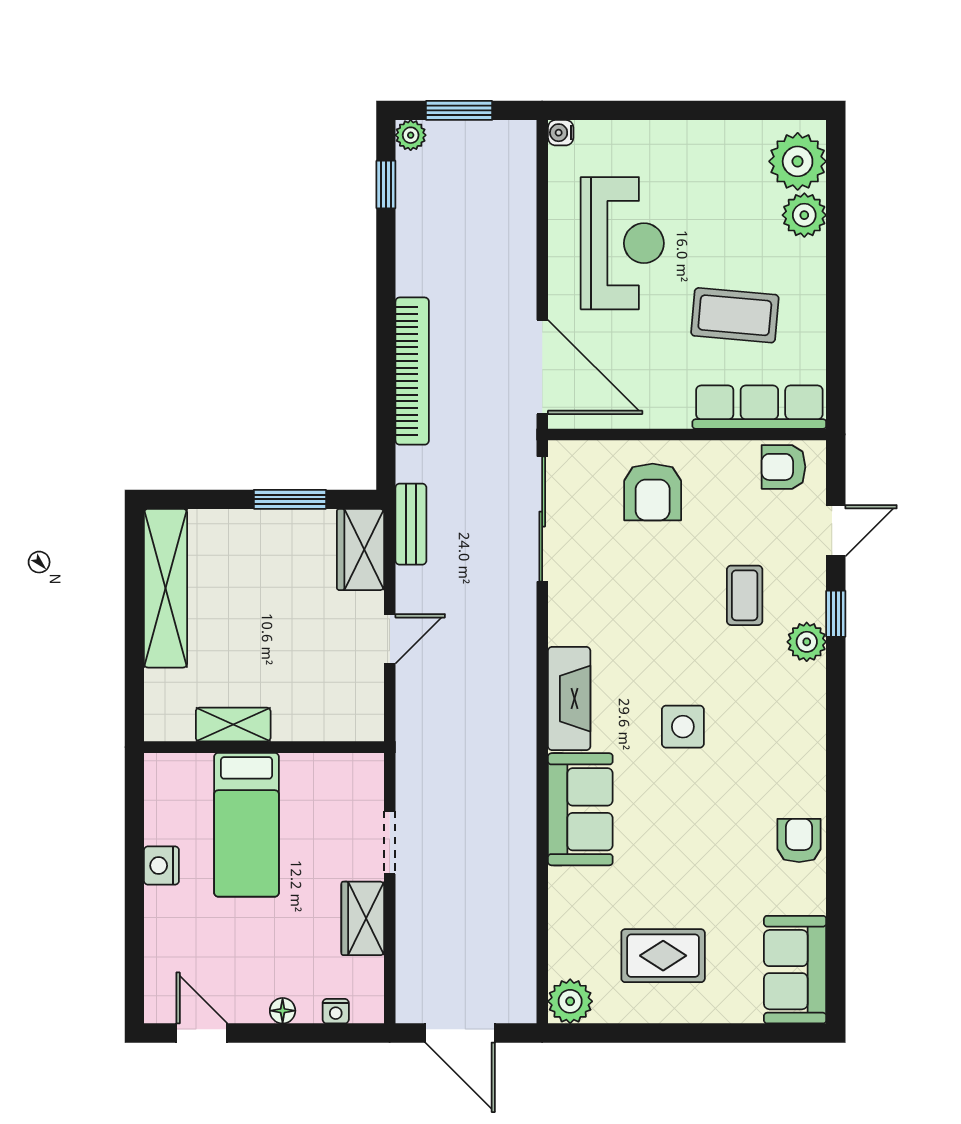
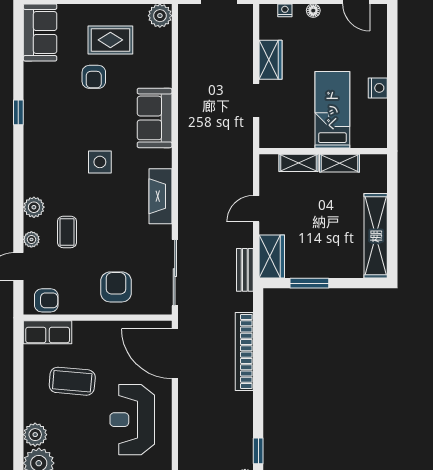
row of seats: (759, 407) -> (48, 332), width x0.68
plant: (811, 581) -> (31, 239), added
window: (836, 614) -> (18, 112), moved
fireplace: (569, 699) -> (160, 196), moved
shelving: (310, 725) -> (299, 163), added
armchair: (799, 840) -> (94, 77), moved

